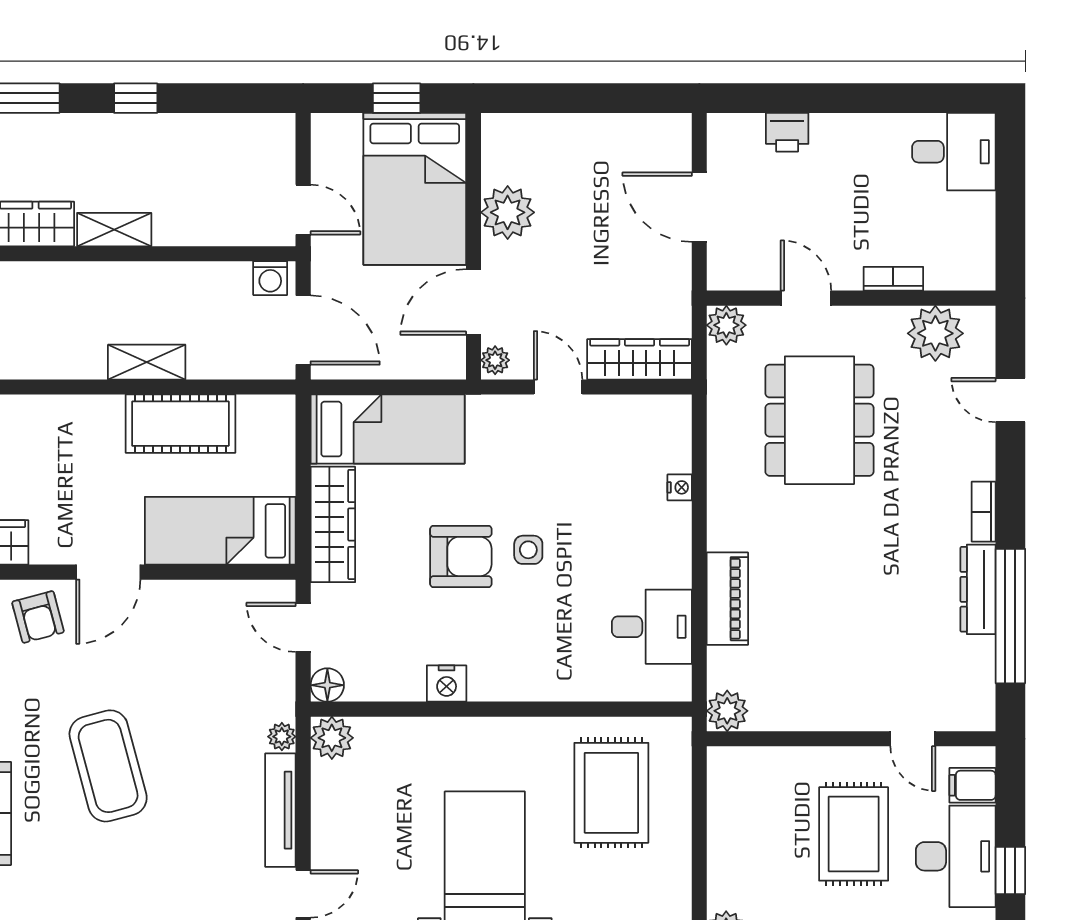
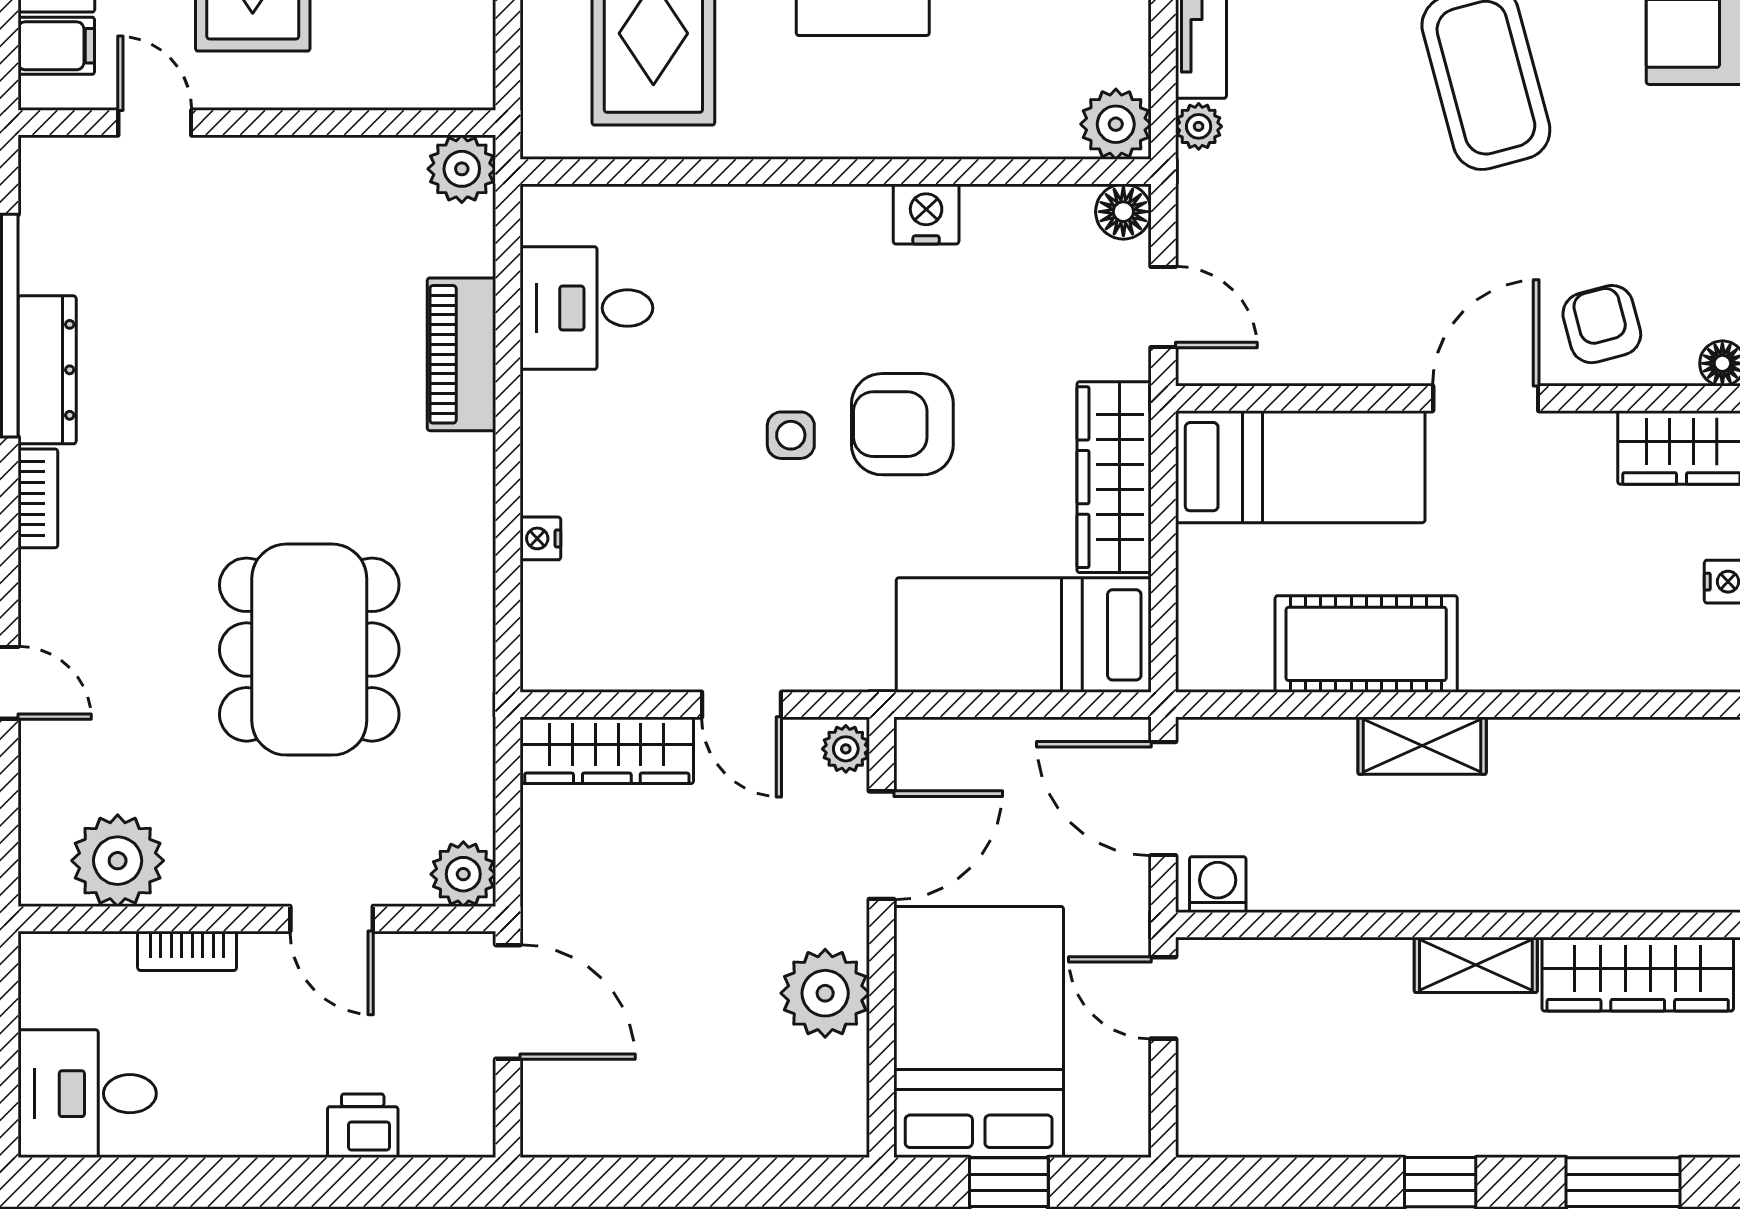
bookcase: (893, 279) -> (187, 951), moved
door: (806, 298) -> (332, 919), moved
wall: (851, 298) -> (257, 919), moved
plant: (726, 325) -> (463, 874), moved
plant: (935, 333) -> (118, 861), moved

